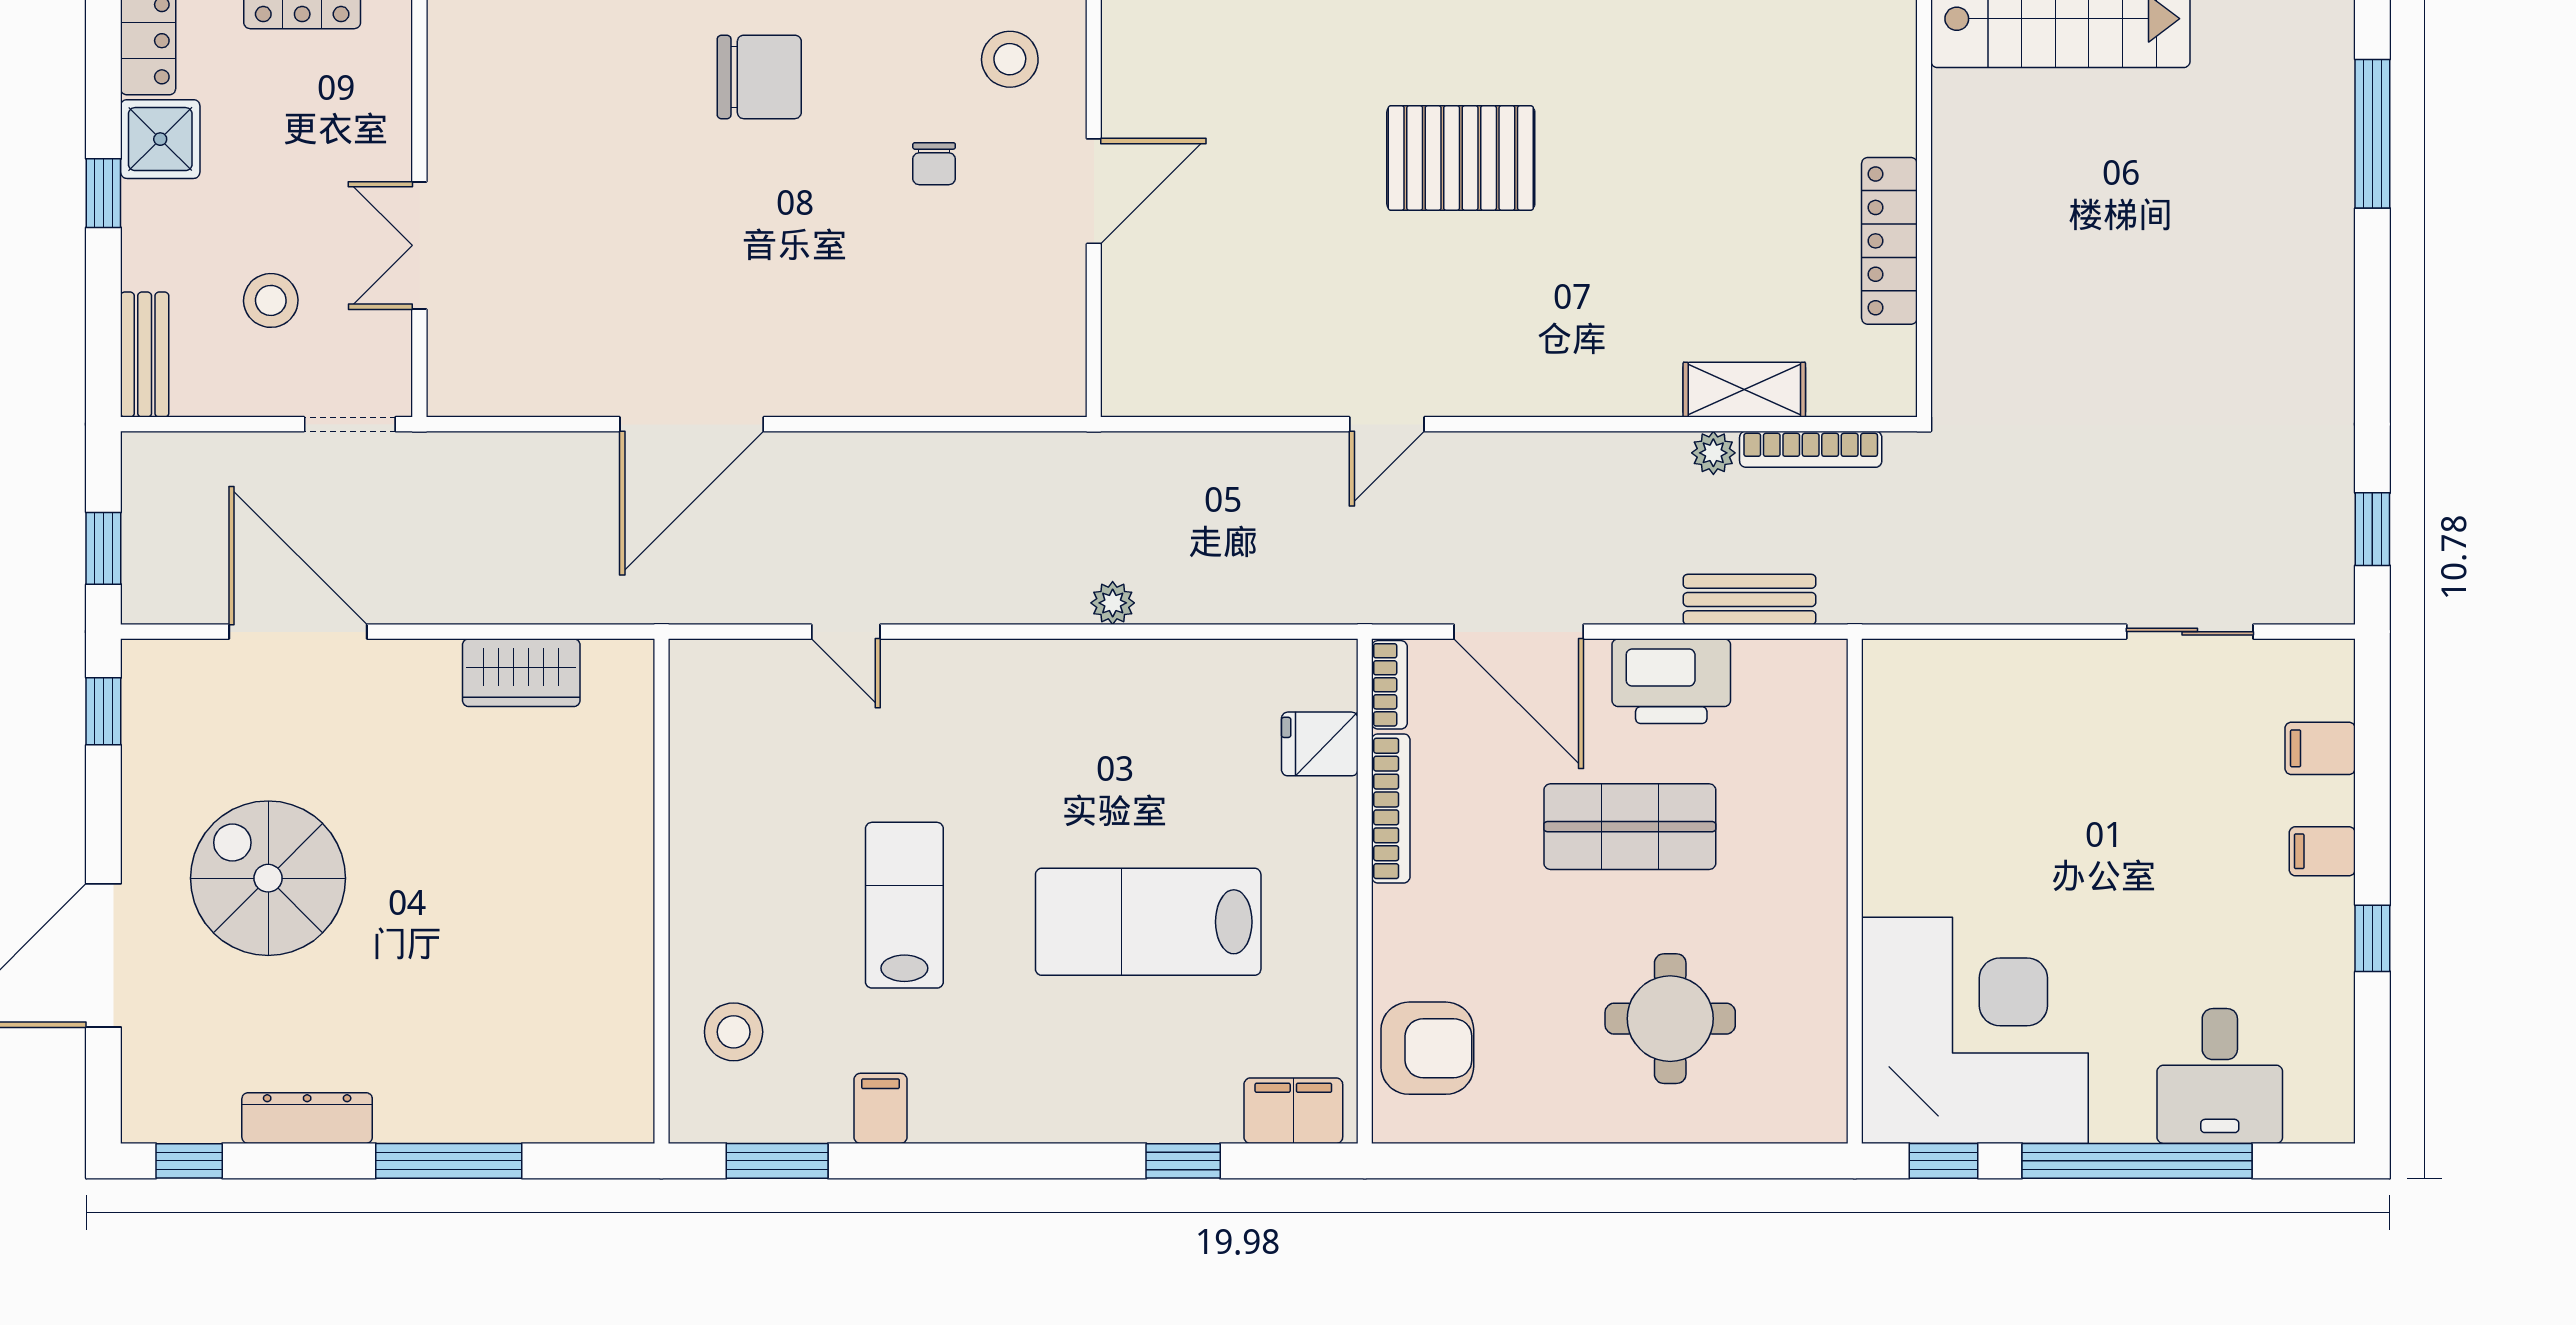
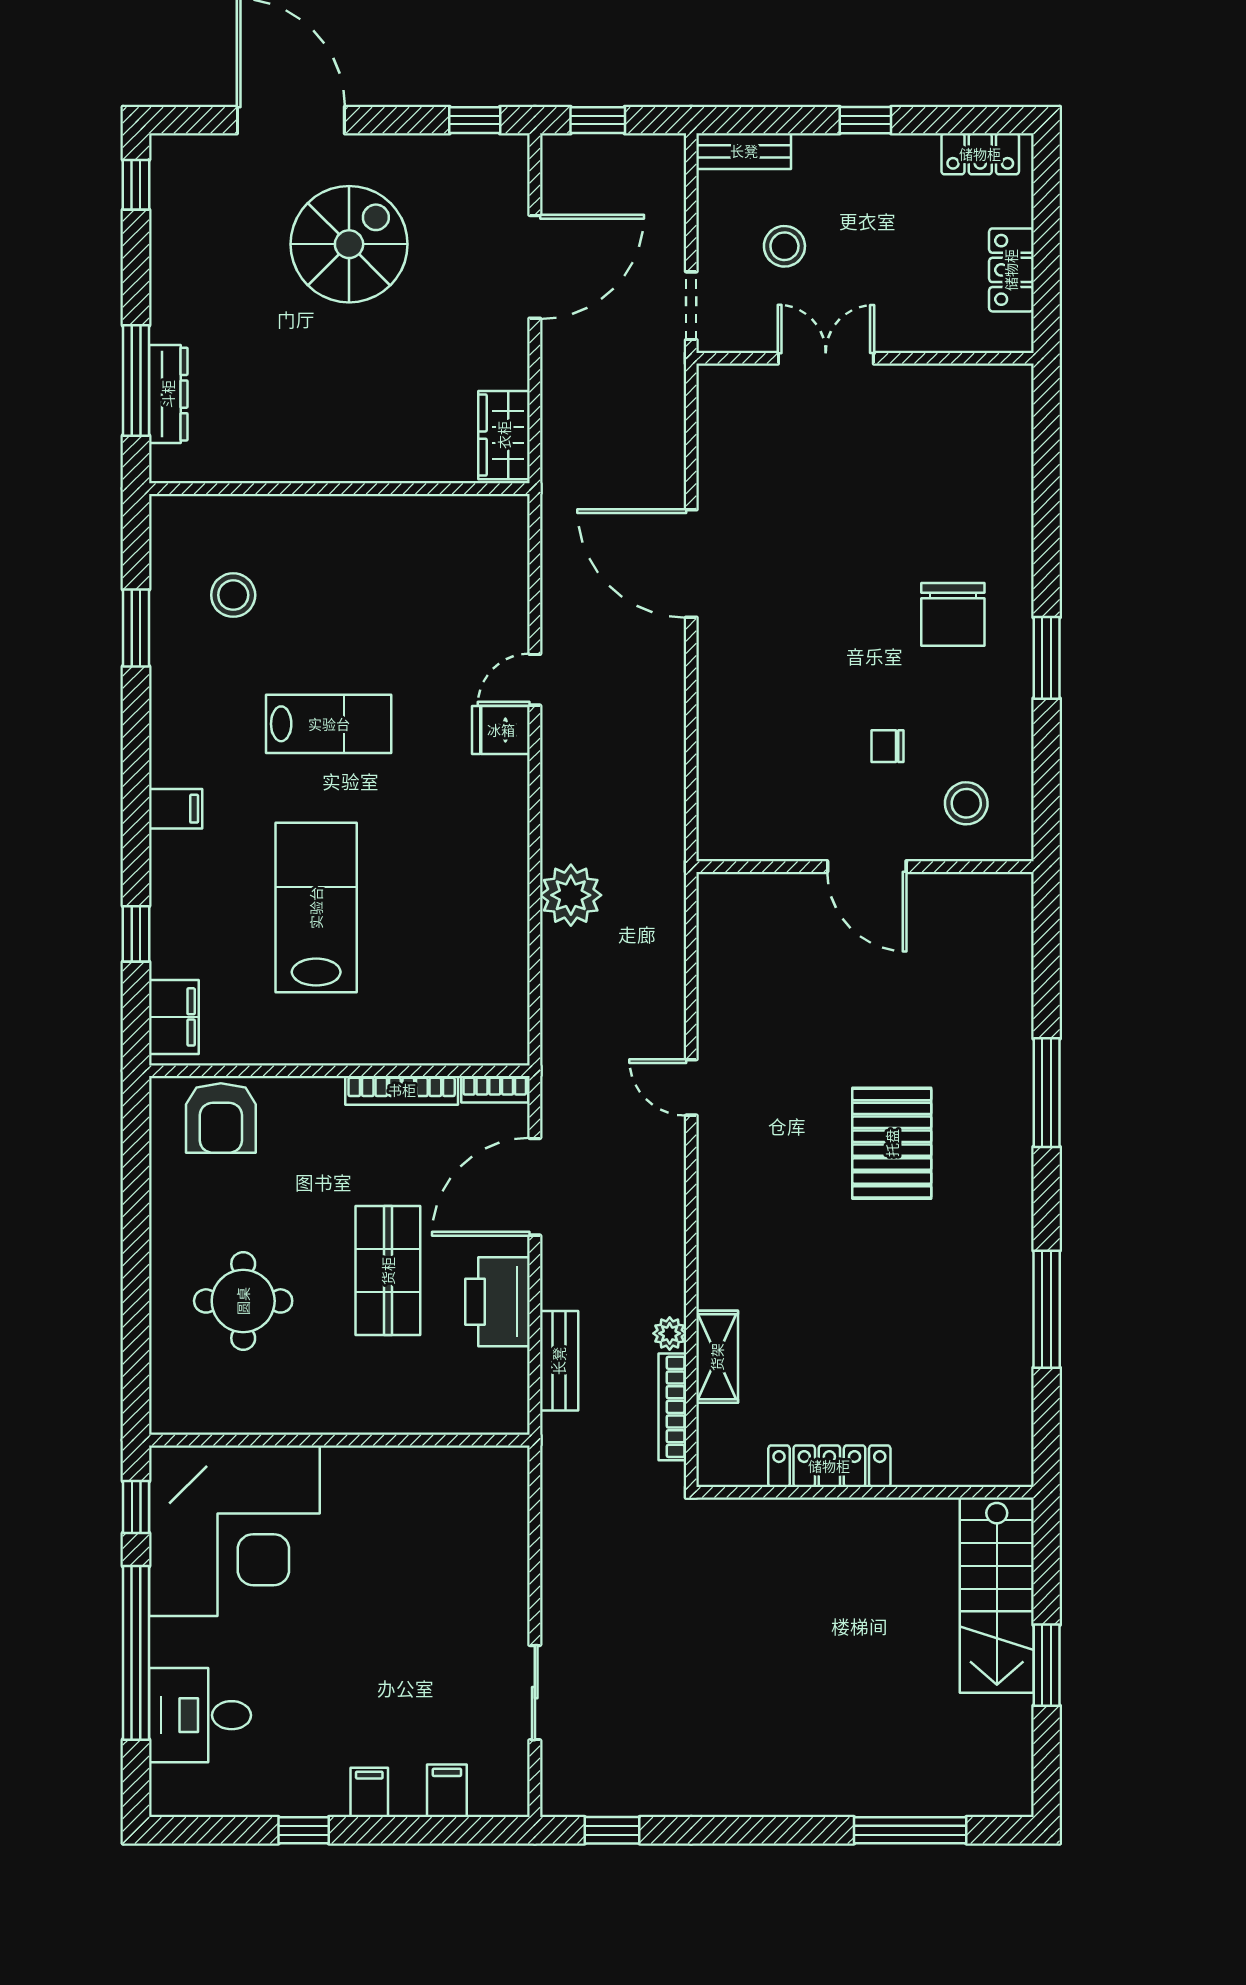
shower: (160, 139) -> (906, 163), removed
plant: (1113, 603) -> (571, 895), width x1.87, depth x1.87
fridge: (1320, 744) -> (501, 730), moved, turned -90
wall: (661, 891) -> (339, 489), moved
filing cabinet: (880, 1108) -> (176, 809), moved
dresser: (307, 1118) -> (168, 394), moved

